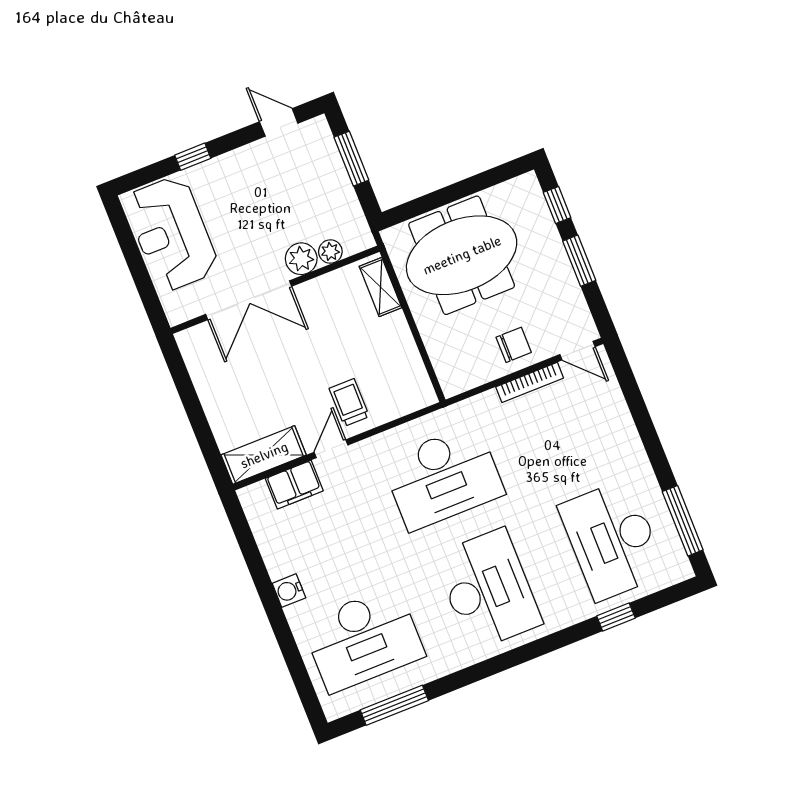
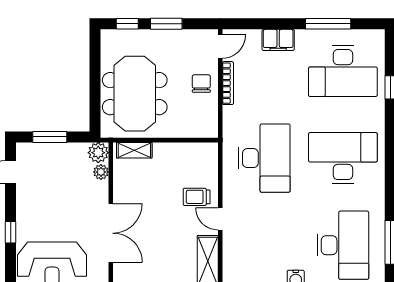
plant: (301, 259) -> (98, 153), moved
filing cabinet: (294, 485) -> (278, 40), moved, turned 90
window: (683, 521) -> (328, 24), moved

